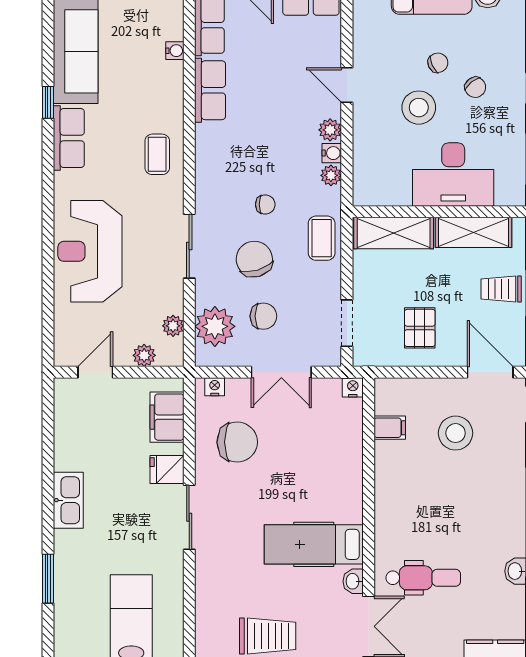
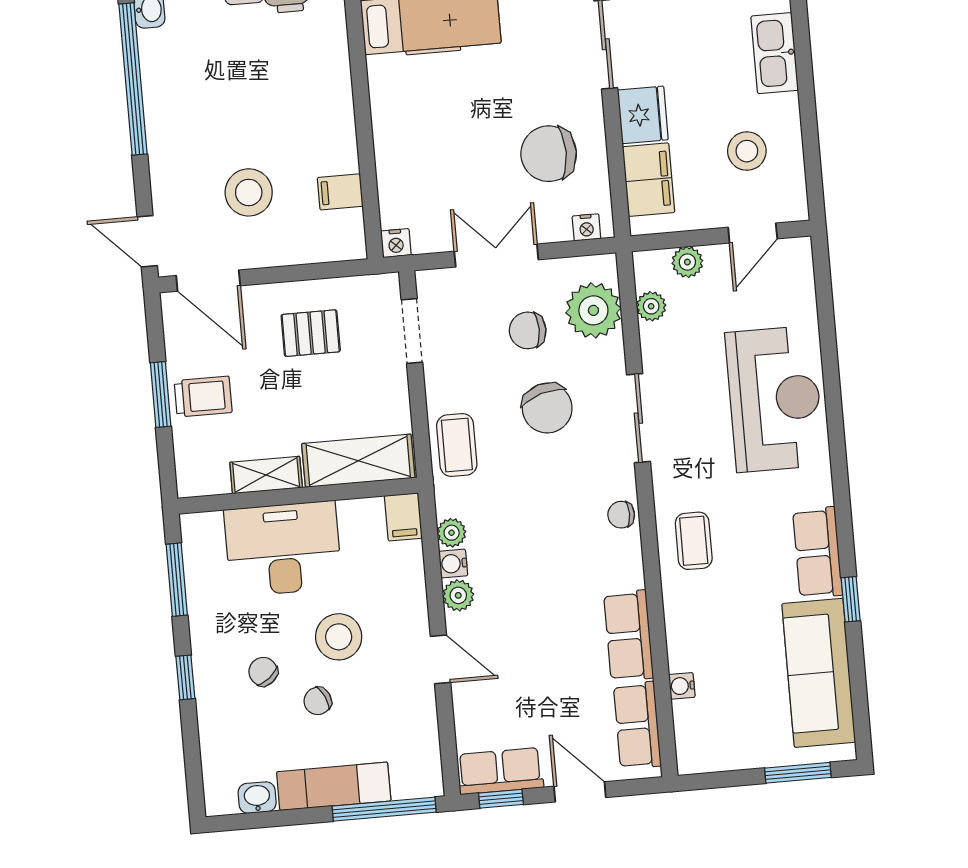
filing cabinet: (365, 190) -> (403, 517), added
chair: (265, 204) -> (621, 515), moved
shelving: (473, 232) -> (266, 475), width x0.67, depth x0.75
pallet: (420, 328) -> (311, 333), turned 90
stool: (94, 431) -> (747, 151), added
fridge: (167, 469) -> (643, 115), width x1.38

